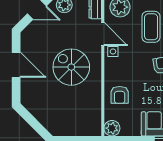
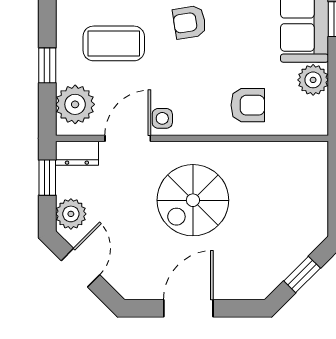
window: (33, 123) -> (302, 275), added
plant: (112, 128) -> (313, 80), moved

